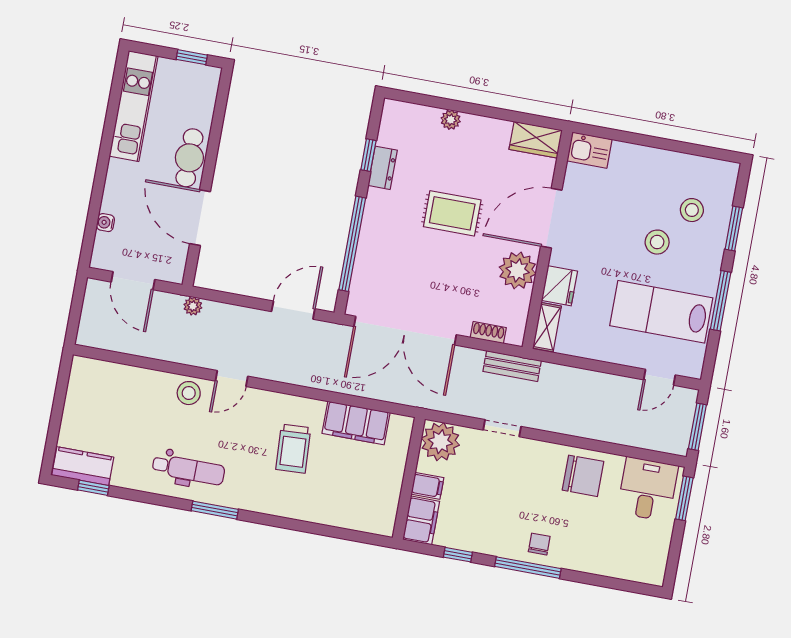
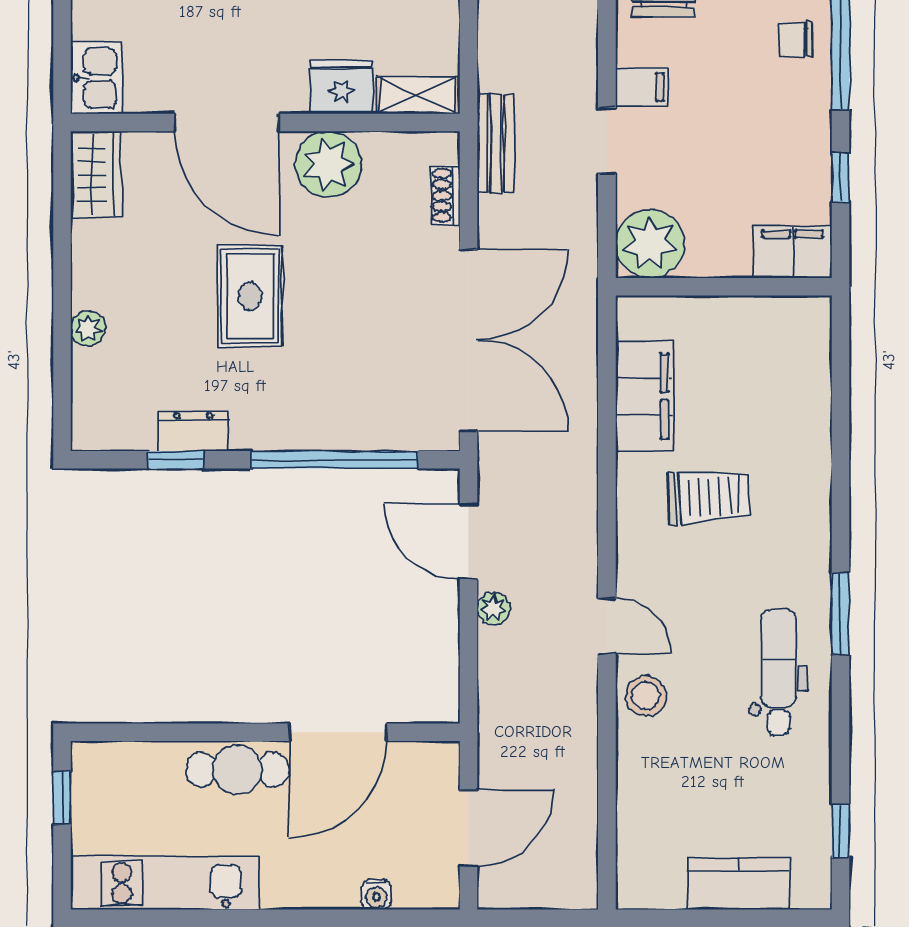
plant: (193, 306) -> (493, 608), moved
kitchen counter: (83, 466) -> (739, 884), moved, turned 90
filing cabinet: (427, 486) -> (642, 87), moved, turned 90

